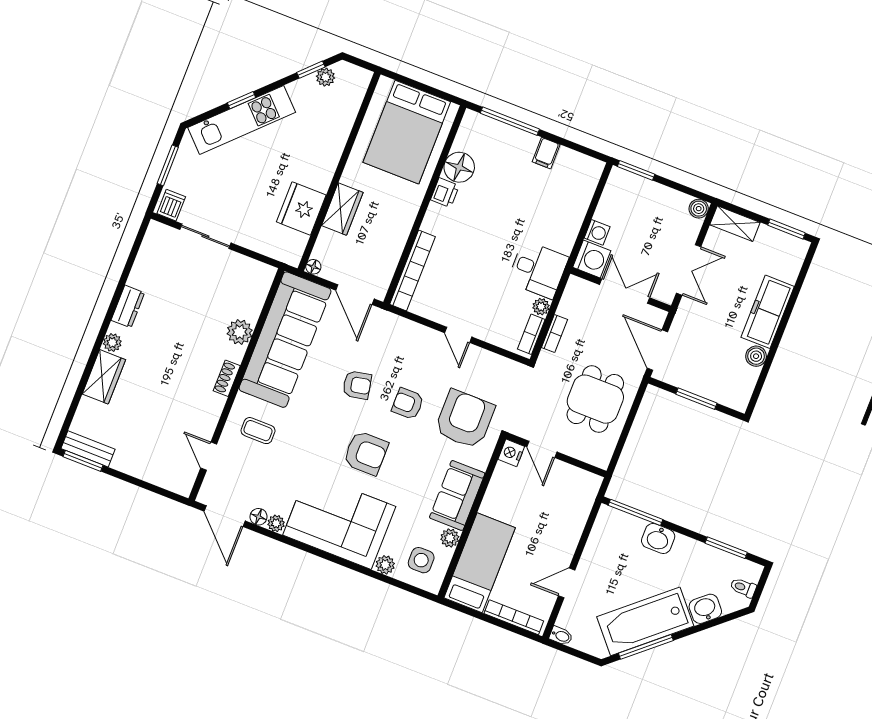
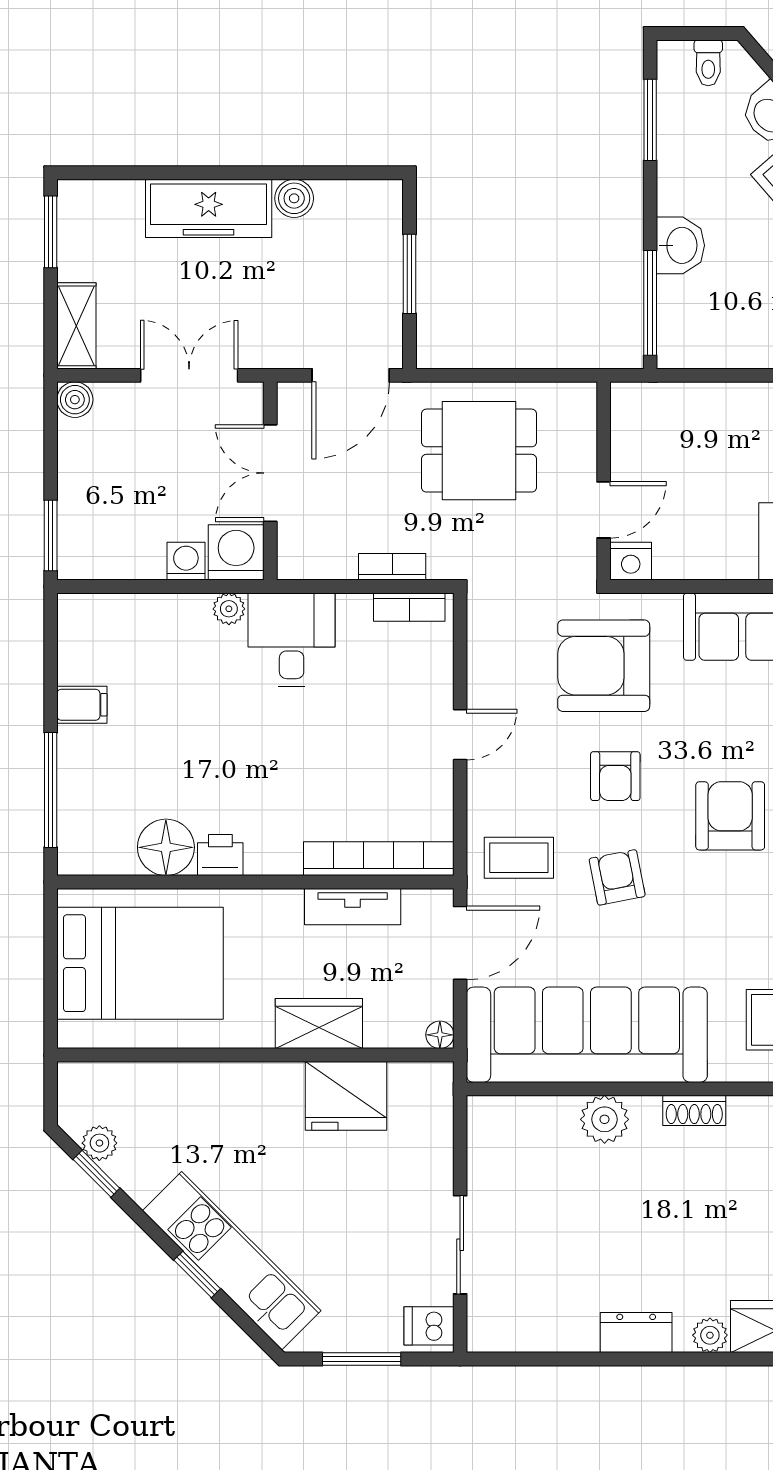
tv unit: (394, 248) -> (353, 907), added
plant: (541, 307) -> (229, 609), moved
coffee table: (386, 340) -> (519, 858), added

